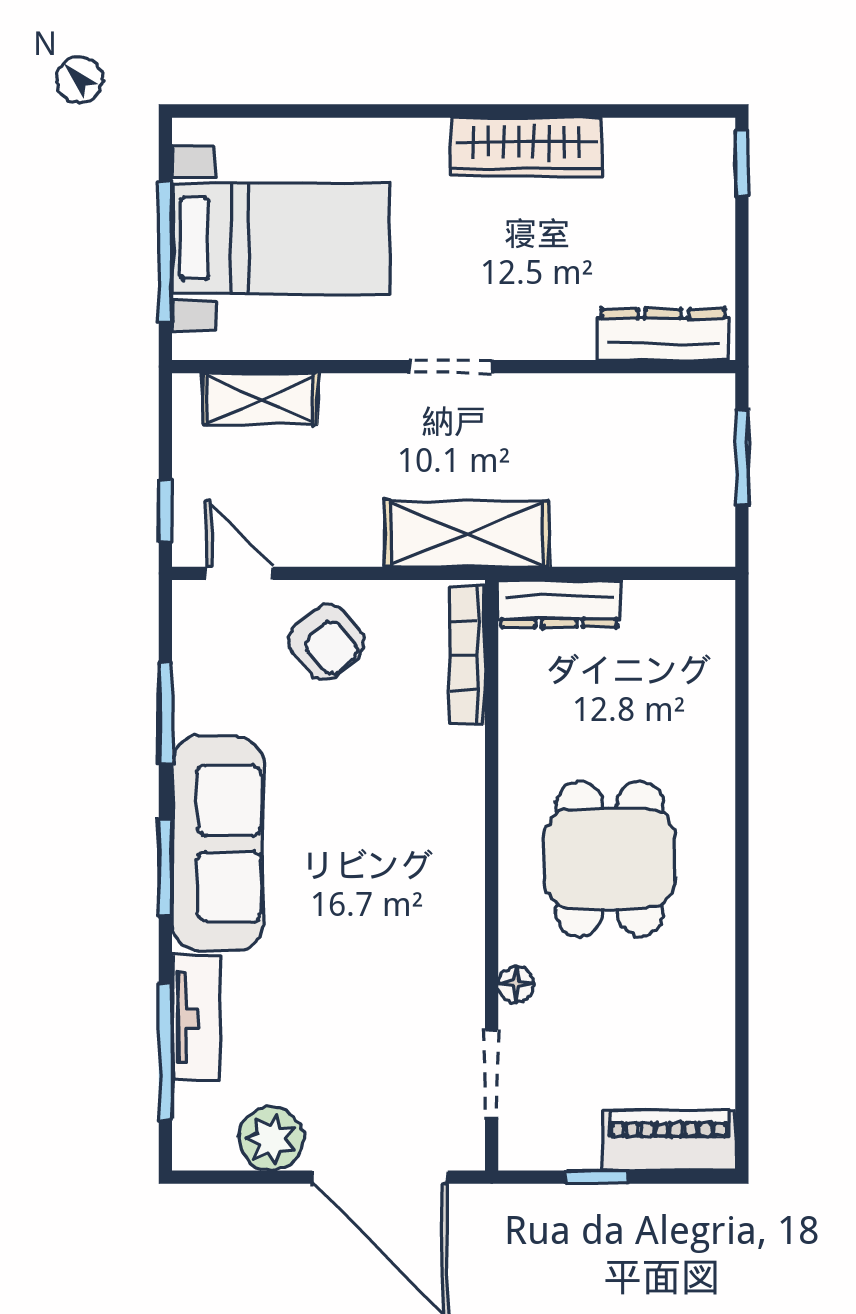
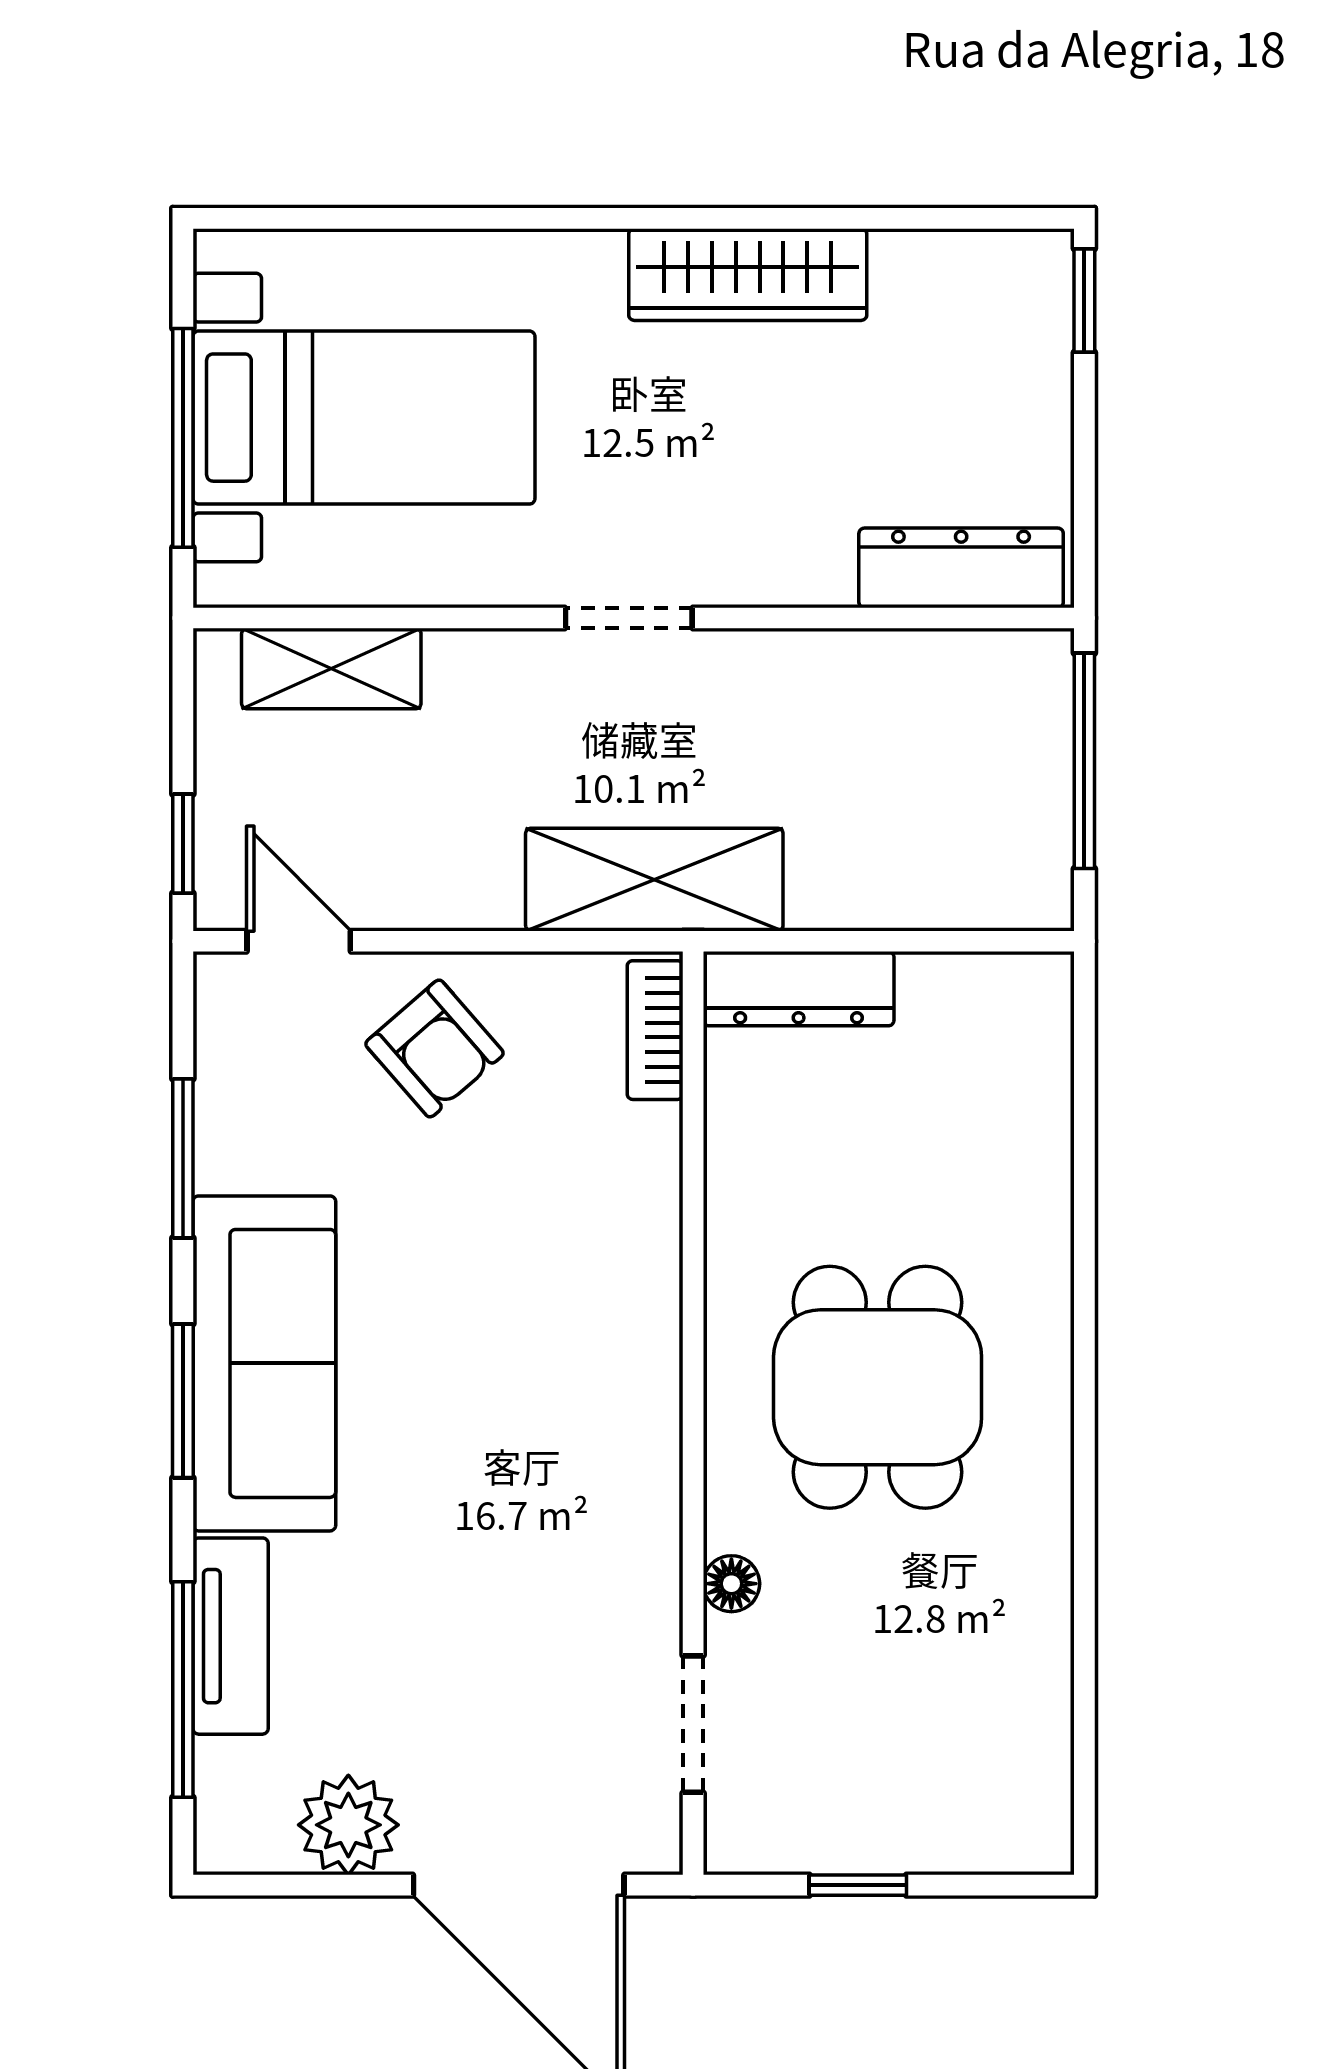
window: (742, 458) -> (1084, 761), width x1.44
bookcase: (467, 655) -> (655, 1030), width x0.64
piano: (669, 1141) -> (970, 1829), removed

